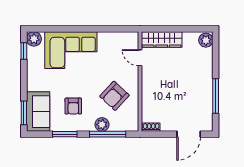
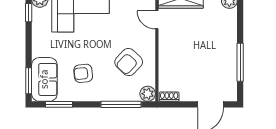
armchair: (73, 106) -> (83, 73), turned 84
plant: (102, 125) -> (148, 94), moved
window: (65, 134) -> (59, 104), moved

